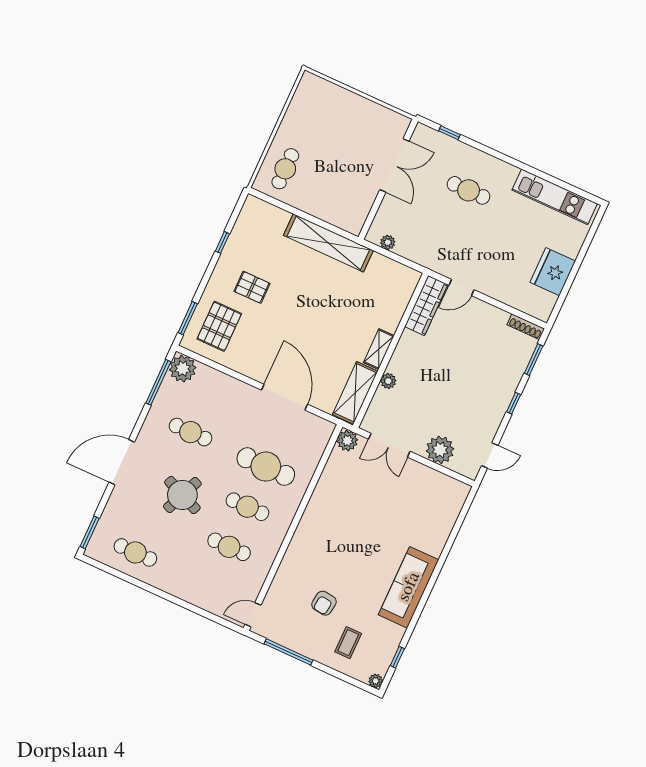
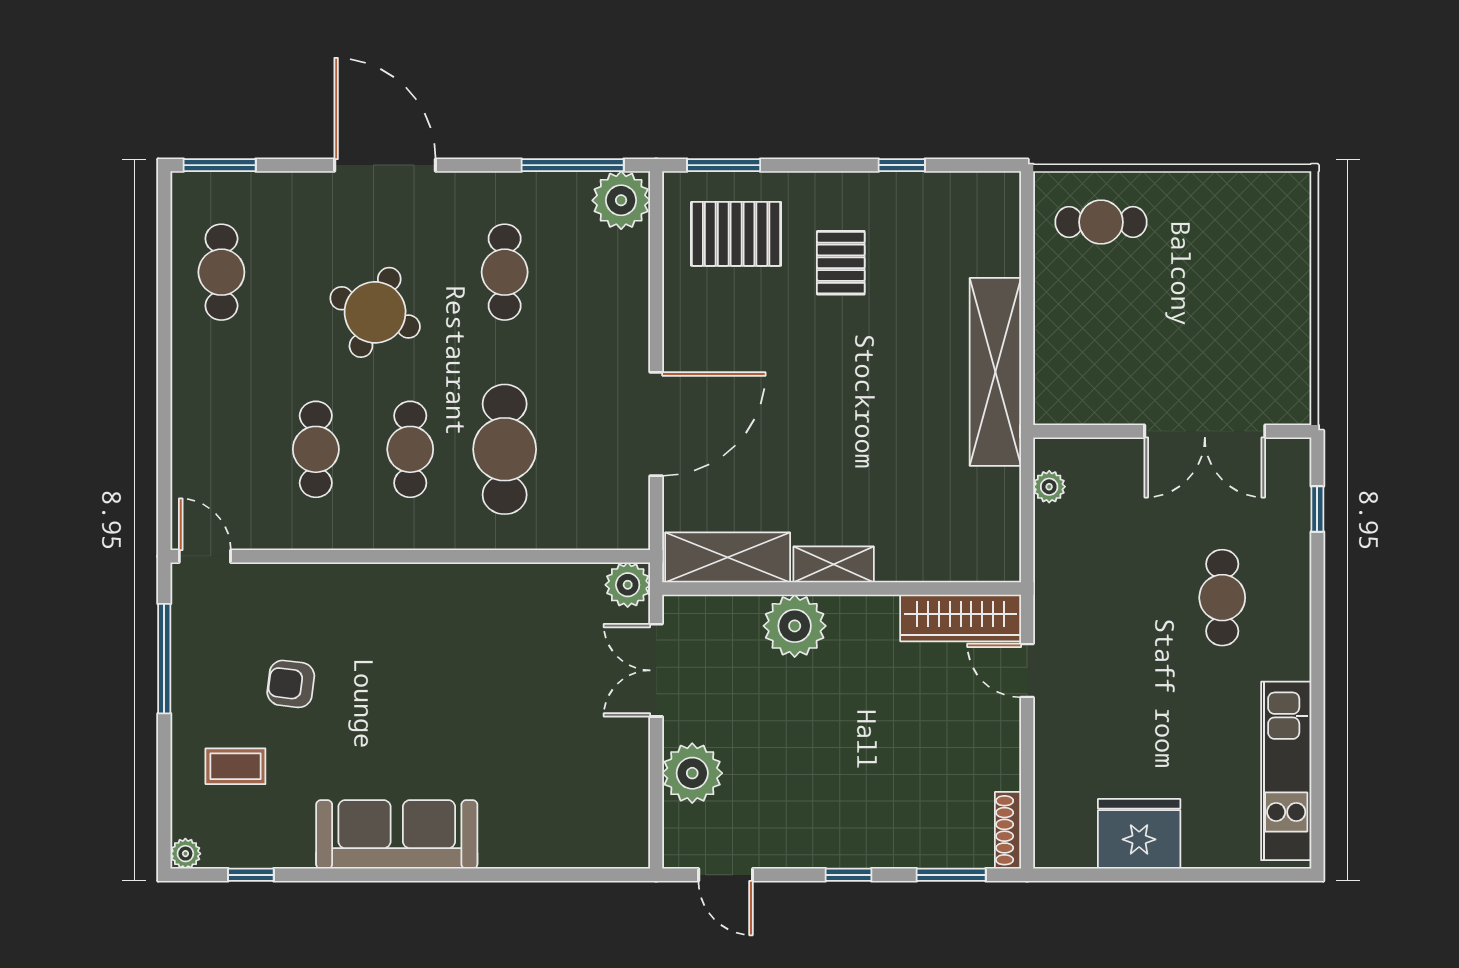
plant: (388, 381) -> (795, 626), width x1.87, depth x1.87

